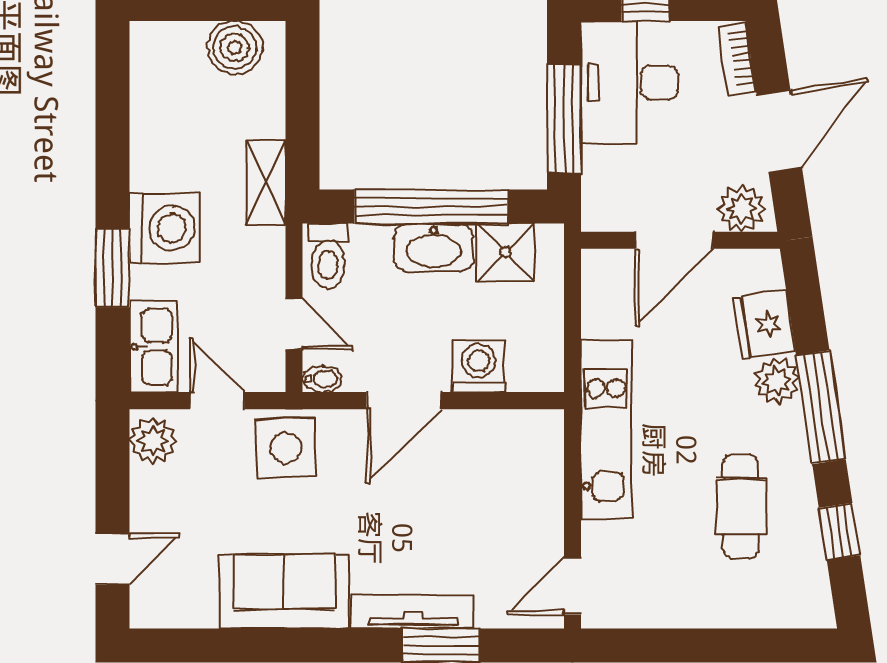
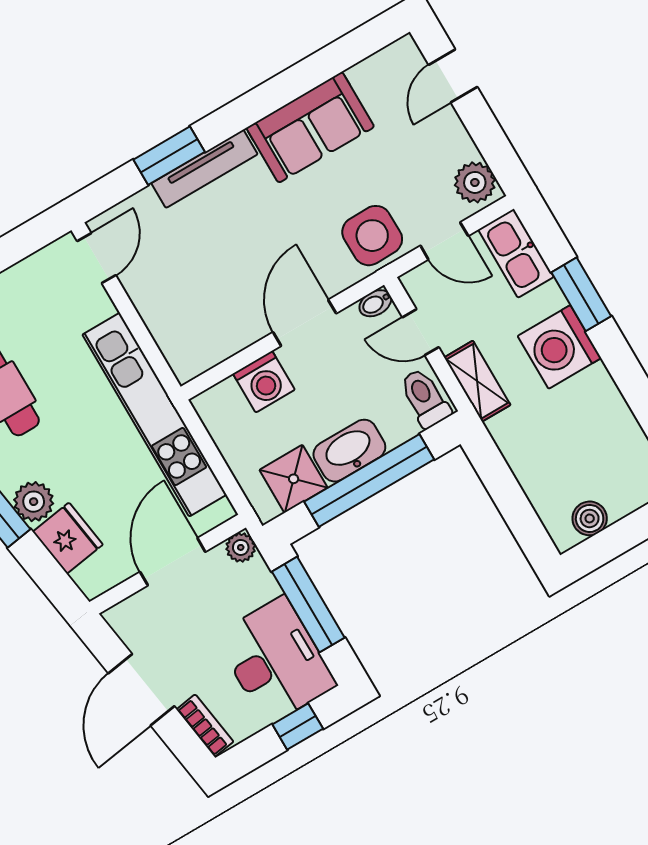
boiler: (235, 48) -> (590, 518), width x0.73, depth x0.73
shelving: (266, 183) -> (477, 381), moved
plant: (742, 209) -> (241, 547), moved, width x0.73, depth x0.73
kitchen unit: (606, 429) -> (154, 415), width x1.36

